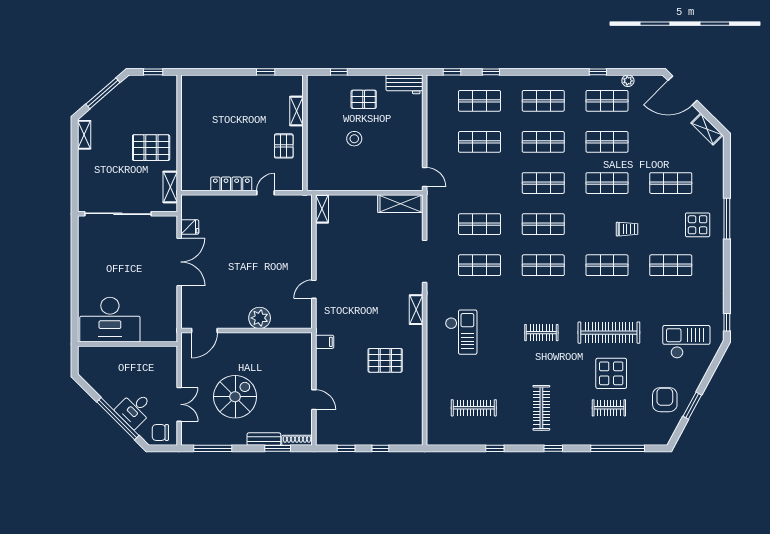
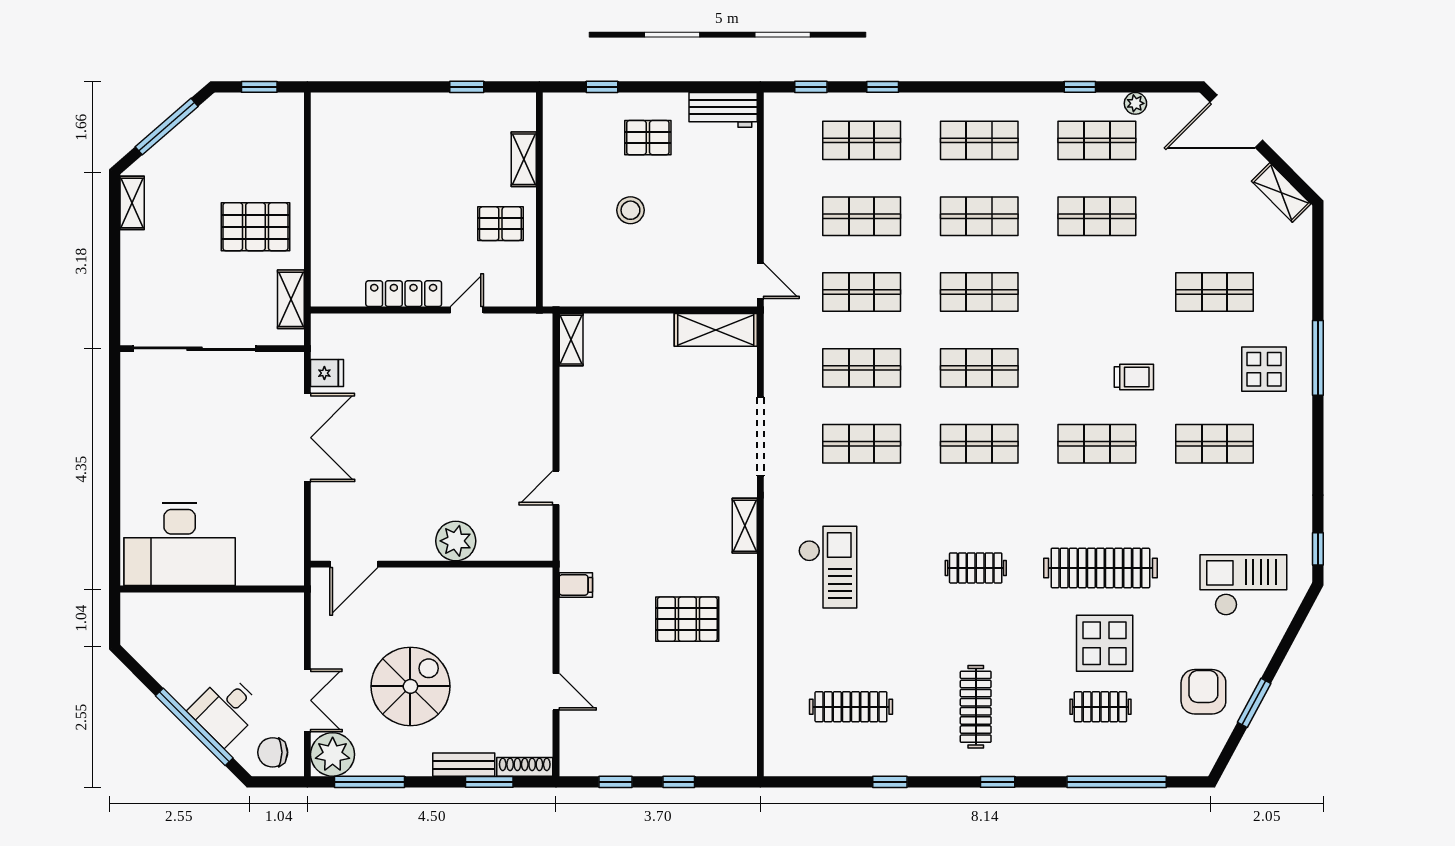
pallet: (284, 146) -> (500, 224), turned 90
shop shelf: (607, 183) -> (862, 292), moved
plant: (193, 434) -> (333, 754), added

